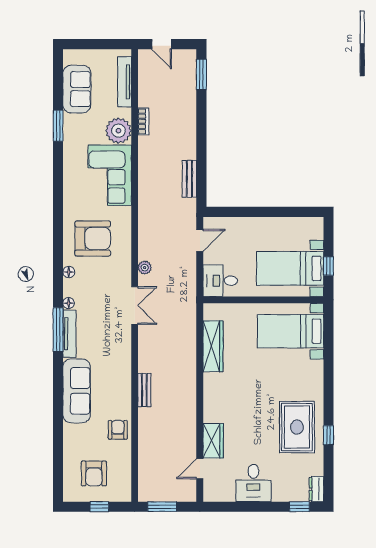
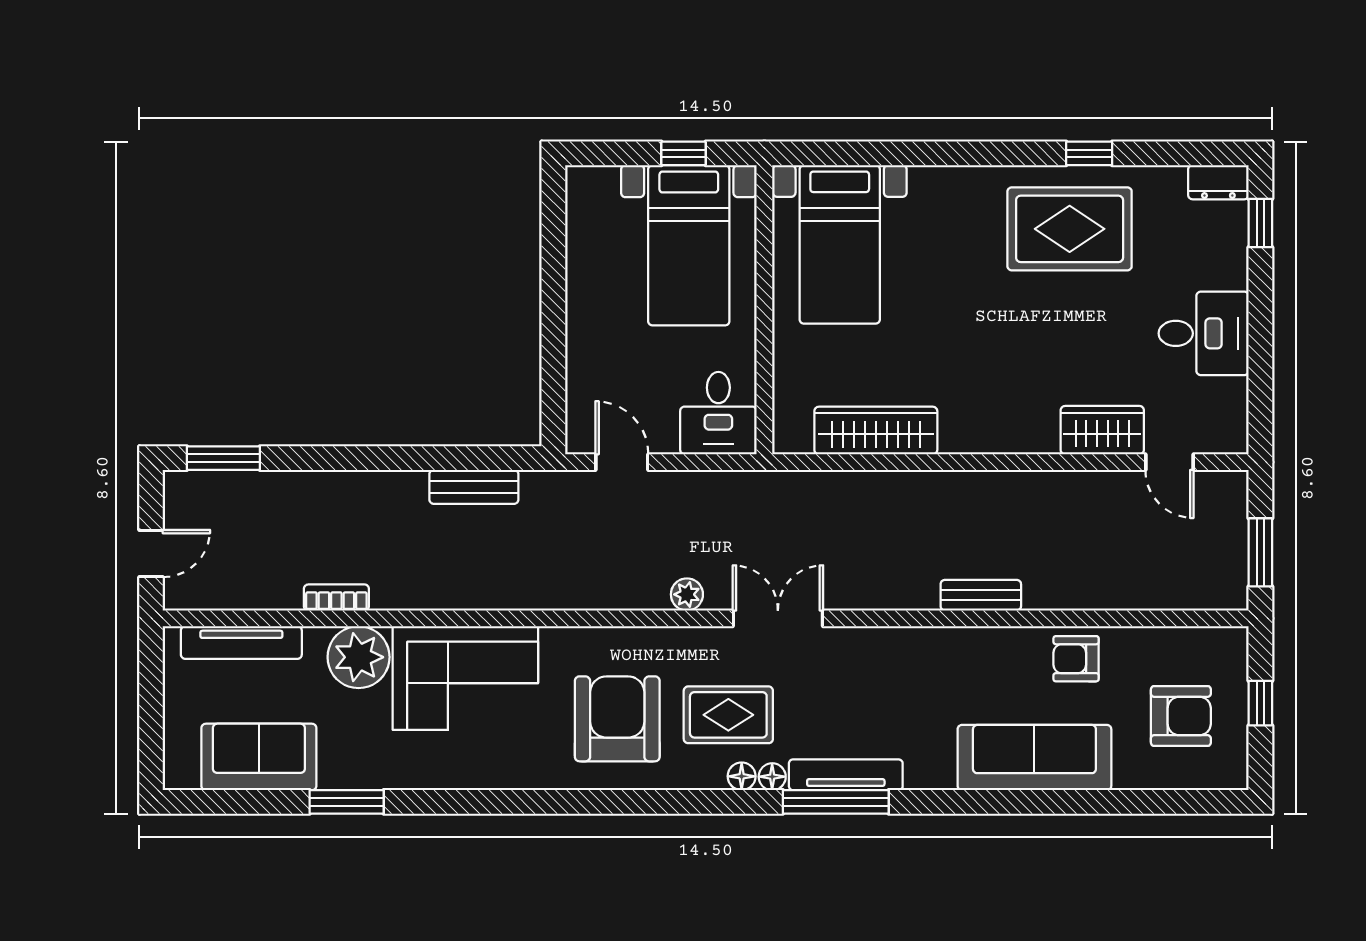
floor lamp: (69, 272) -> (742, 776), moved
rug: (94, 285) -> (728, 715), added
sofa: (77, 391) -> (1034, 758), moved

